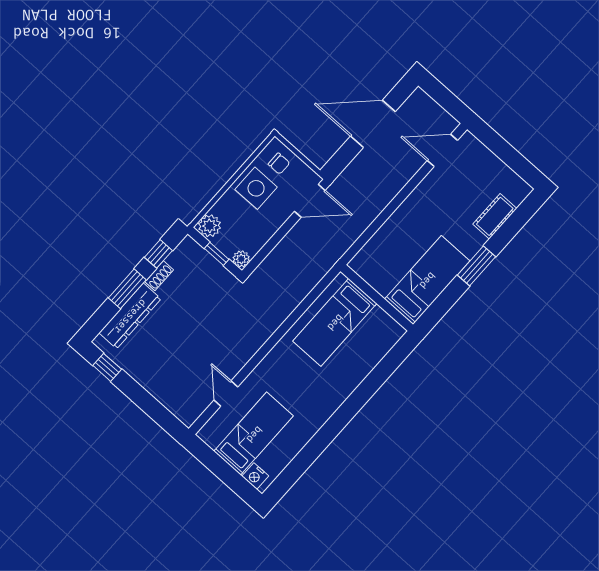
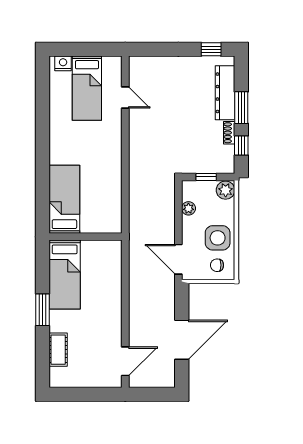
door: (310, 201) -> (178, 259), hinge flipped
plant: (241, 259) -> (188, 208), moved
bed: (335, 322) -> (64, 199), moved

